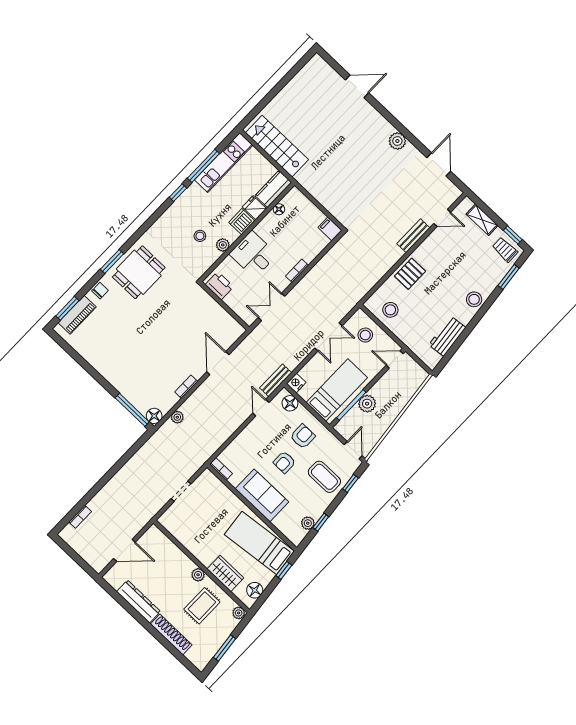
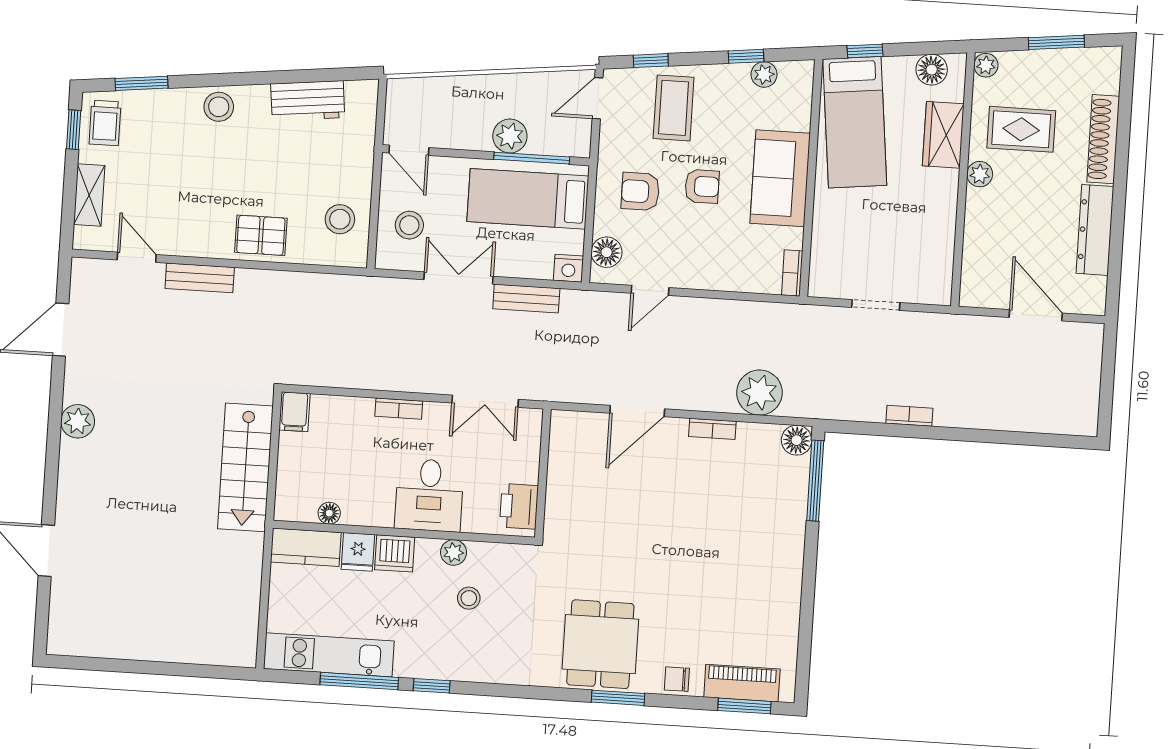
stairs: (277, 146) -> (245, 467), moved
dining table: (139, 272) -> (600, 644), turned 90
bench: (276, 380) -> (526, 299), moved
plant: (177, 417) -> (759, 393), width x1.87, depth x1.87
bookcase: (80, 517) -> (909, 416), moved

